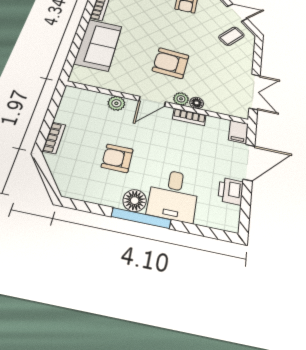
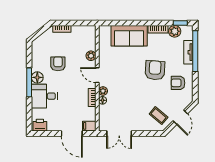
armchair: (171, 63) -> (155, 70), moved
printer: (231, 191) -> (40, 125), moved

